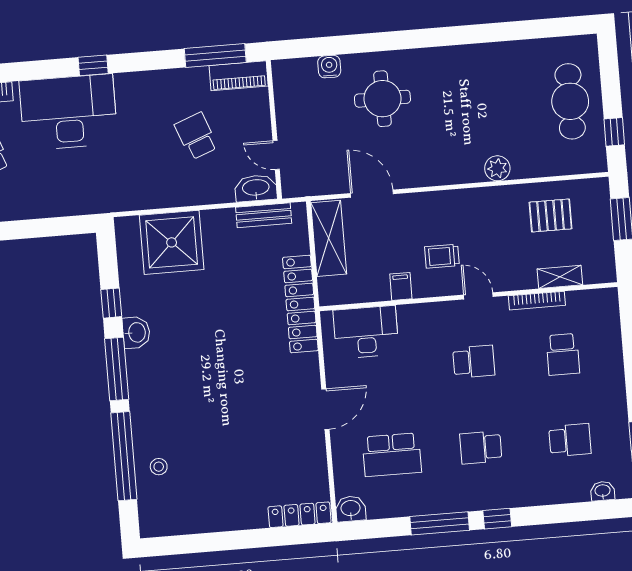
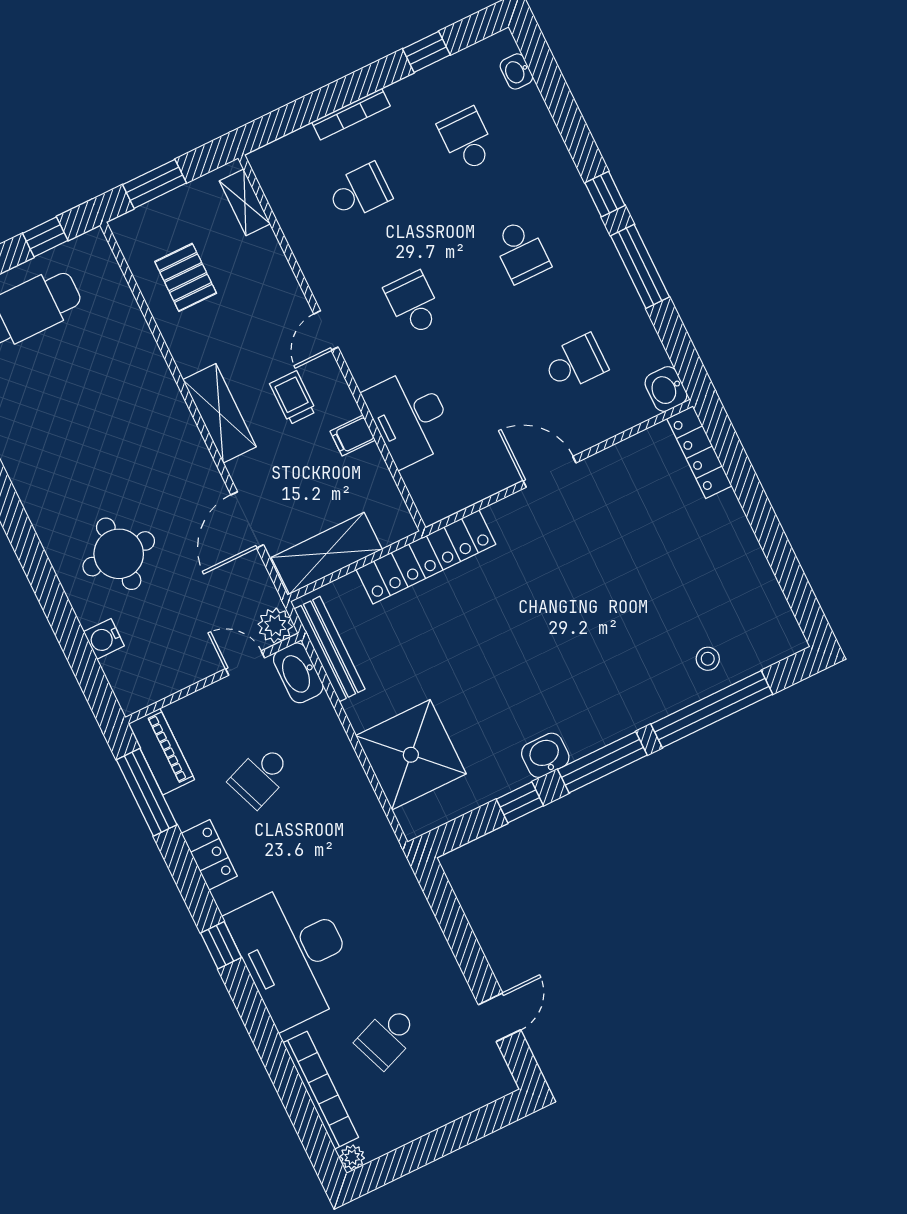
locker: (157, 81) -> (209, 855), added
door: (276, 155) -> (245, 663), swing flipped
plant: (497, 168) -> (275, 625), moved
shelving: (451, 203) -> (220, 413), added
bench: (264, 215) -> (329, 649), width x1.36
trolley: (442, 256) -> (293, 398), turned 180
shelving: (560, 277) -> (245, 202), moved
bookcase: (537, 301) -> (351, 114), moved, turned 90
desk: (366, 332) -> (410, 417), moved
school desk: (392, 455) -> (575, 363), width x0.54

